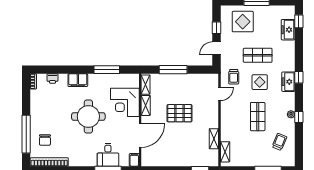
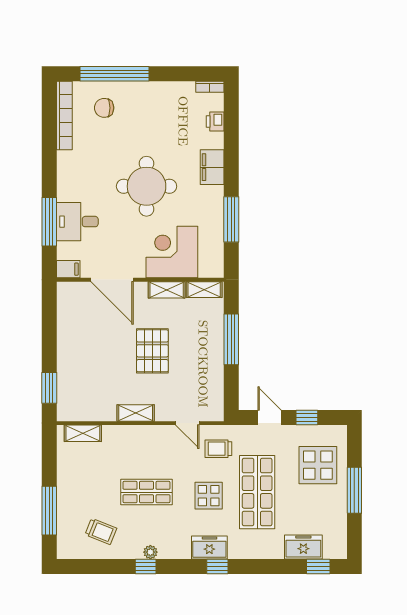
shop shelf: (258, 55) -> (257, 492), width x1.43, depth x1.36
shelving: (214, 139) -> (136, 413), moved

